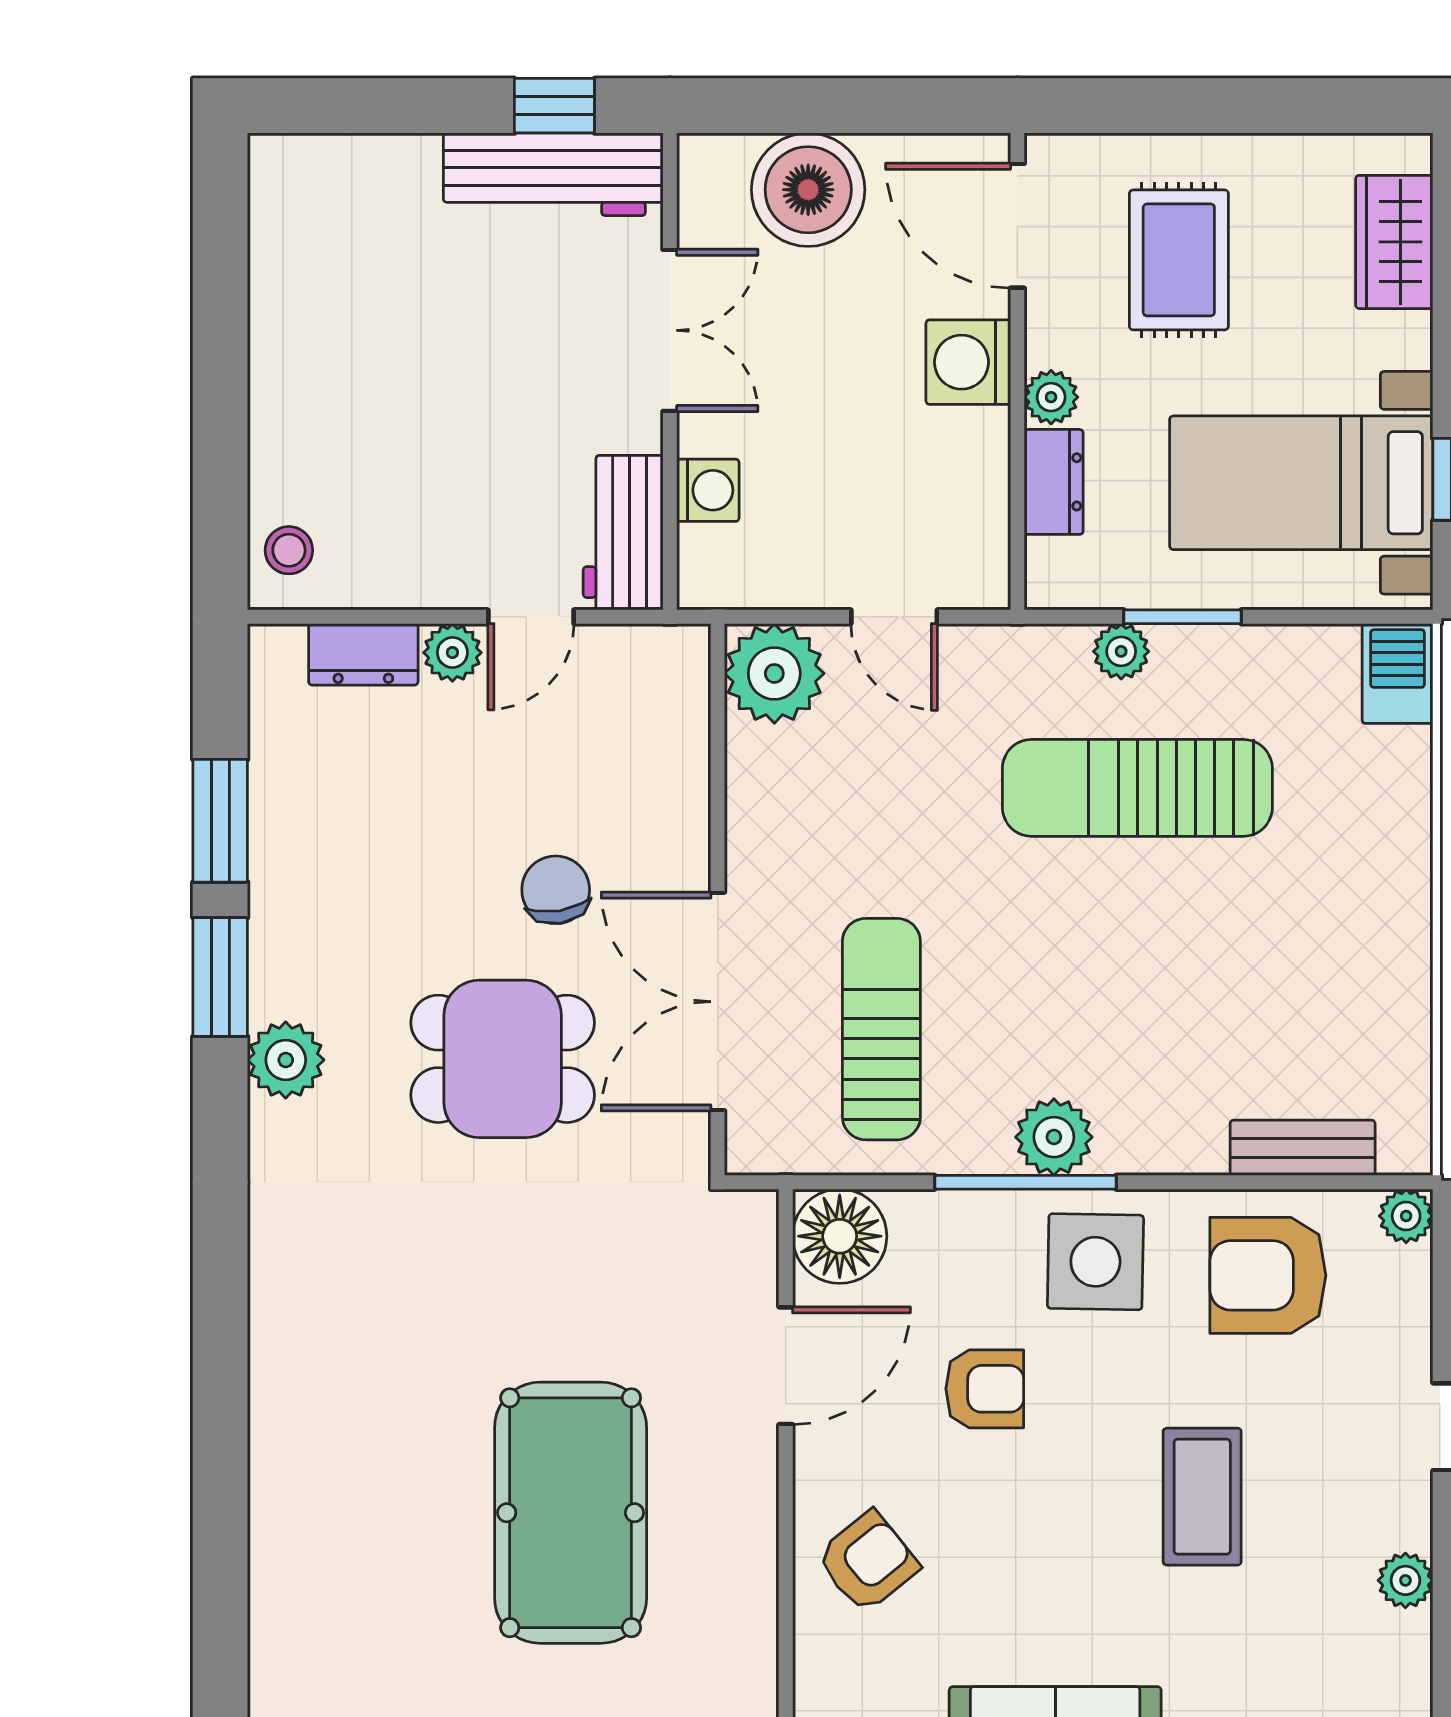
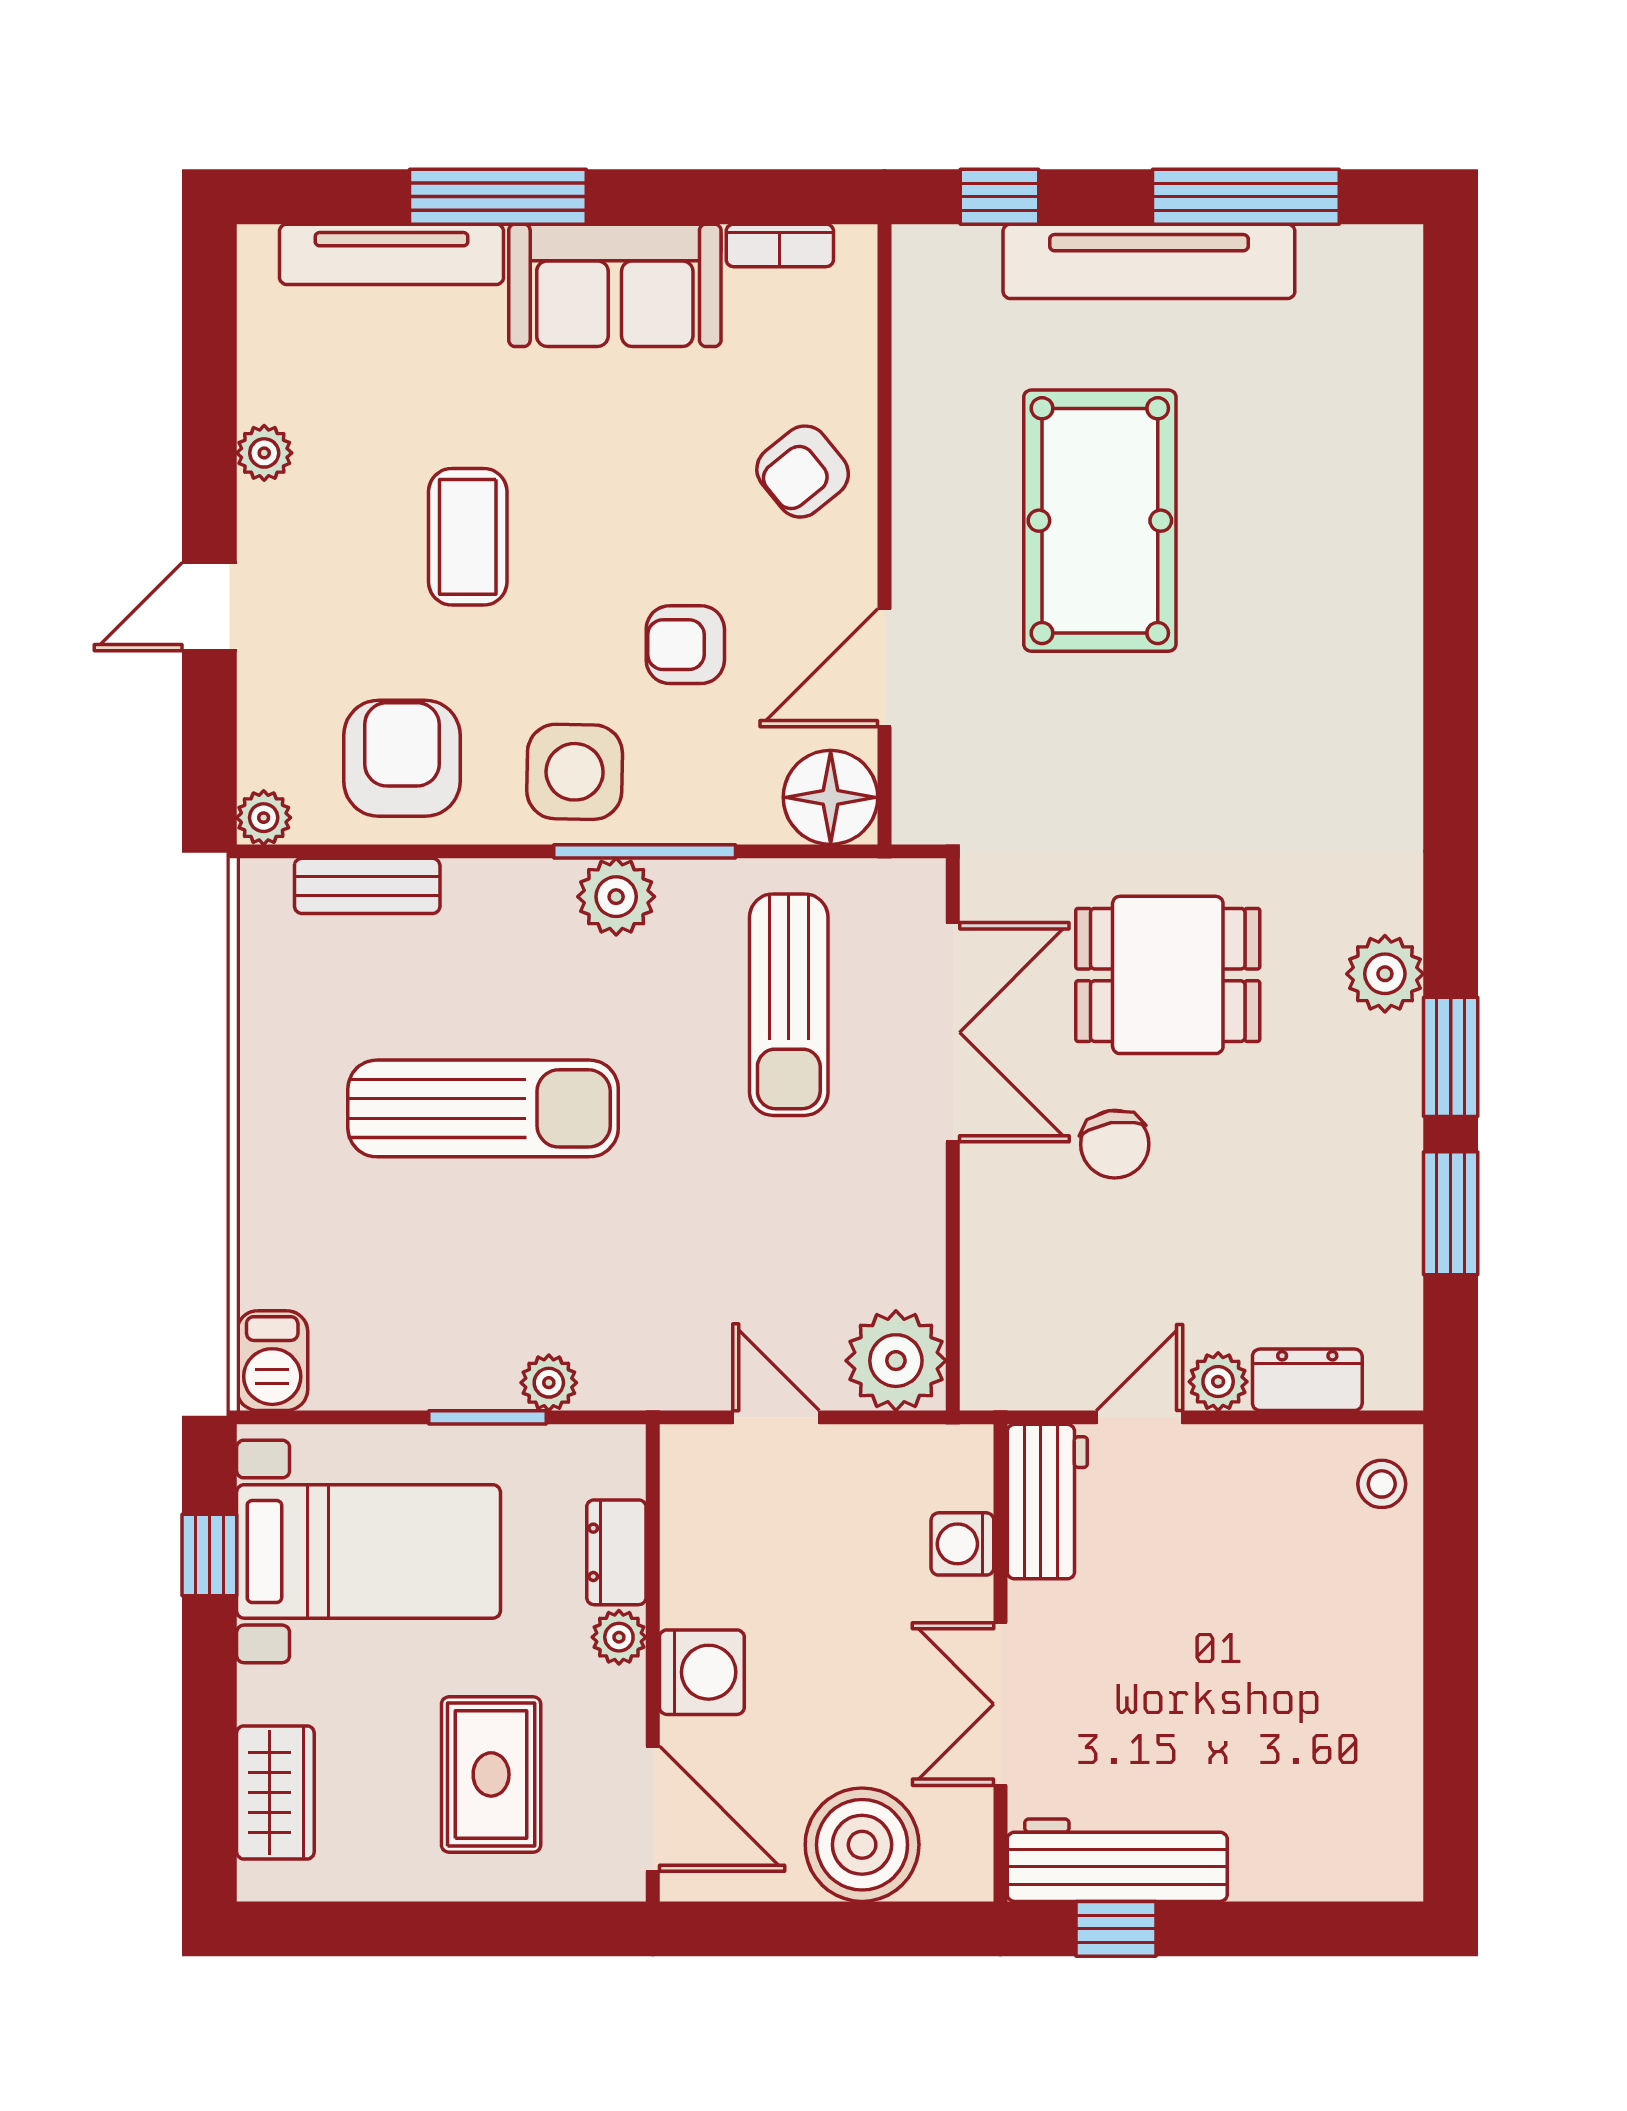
sun lounger: (1137, 788) -> (483, 1108), moved
armchair: (1268, 1275) -> (402, 758), turned -90

